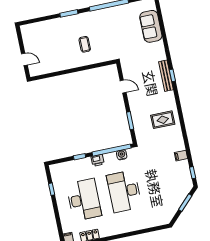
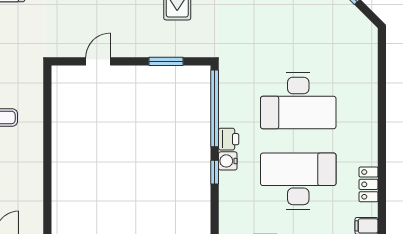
water cooler: (122, 155) -> (228, 161), moved

